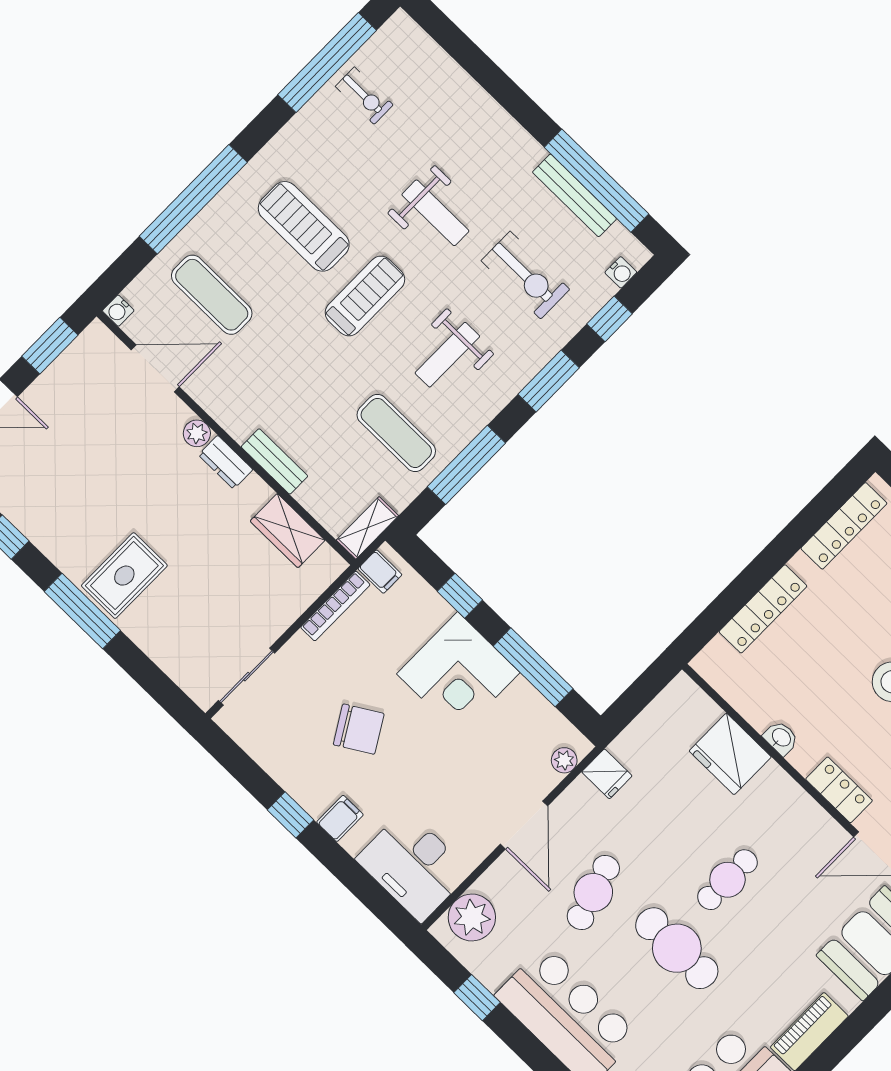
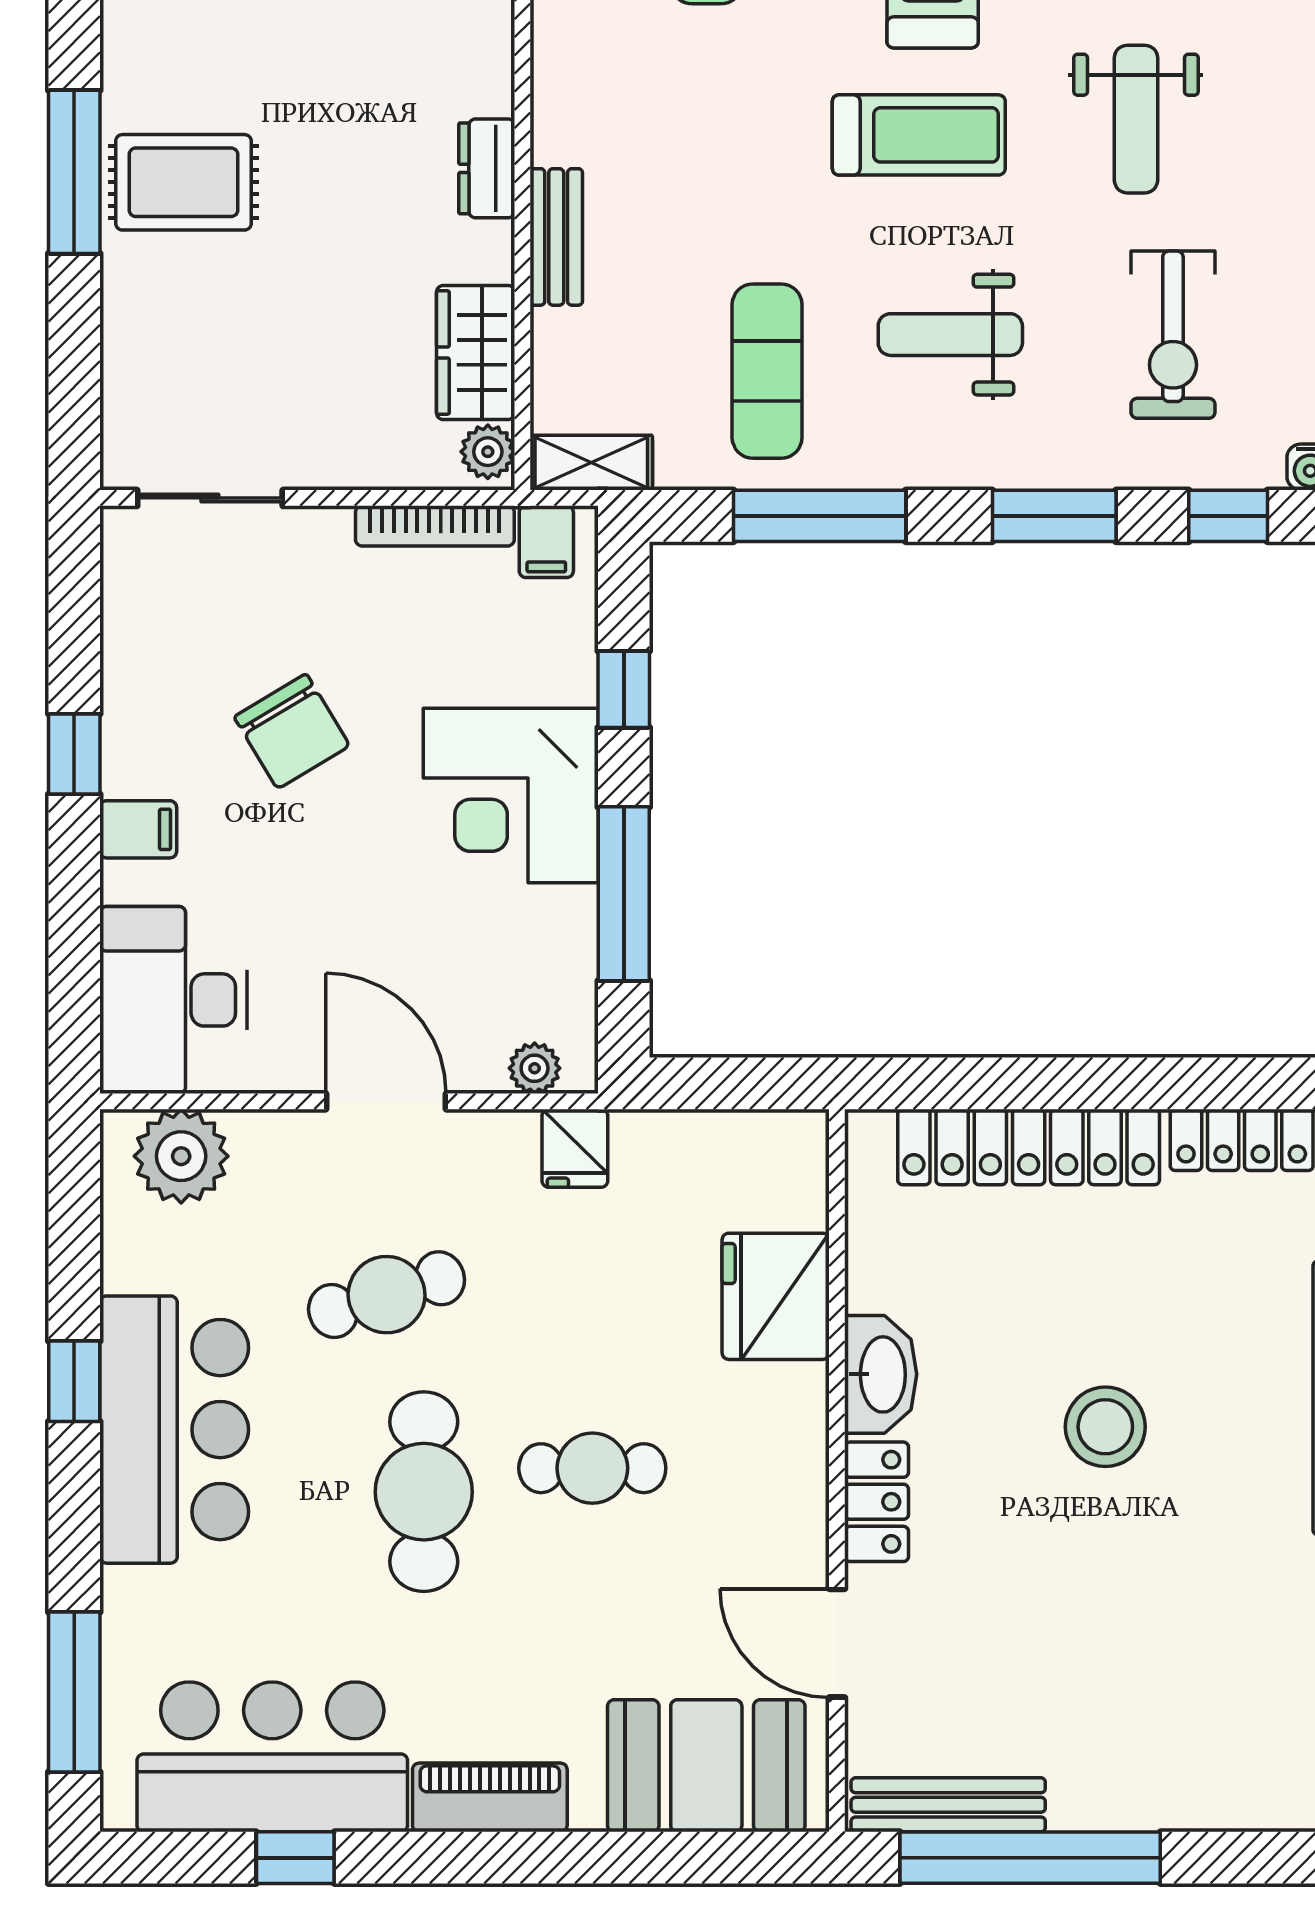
plant: (197, 433) -> (488, 452), moved
locker: (763, 609) -> (1029, 1147), width x1.41, depth x1.21
washbasin: (781, 738) -> (881, 1374), width x1.91, depth x1.45
door: (524, 825) -> (386, 1101), swing flipped
window: (477, 998) -> (74, 1381), moved

